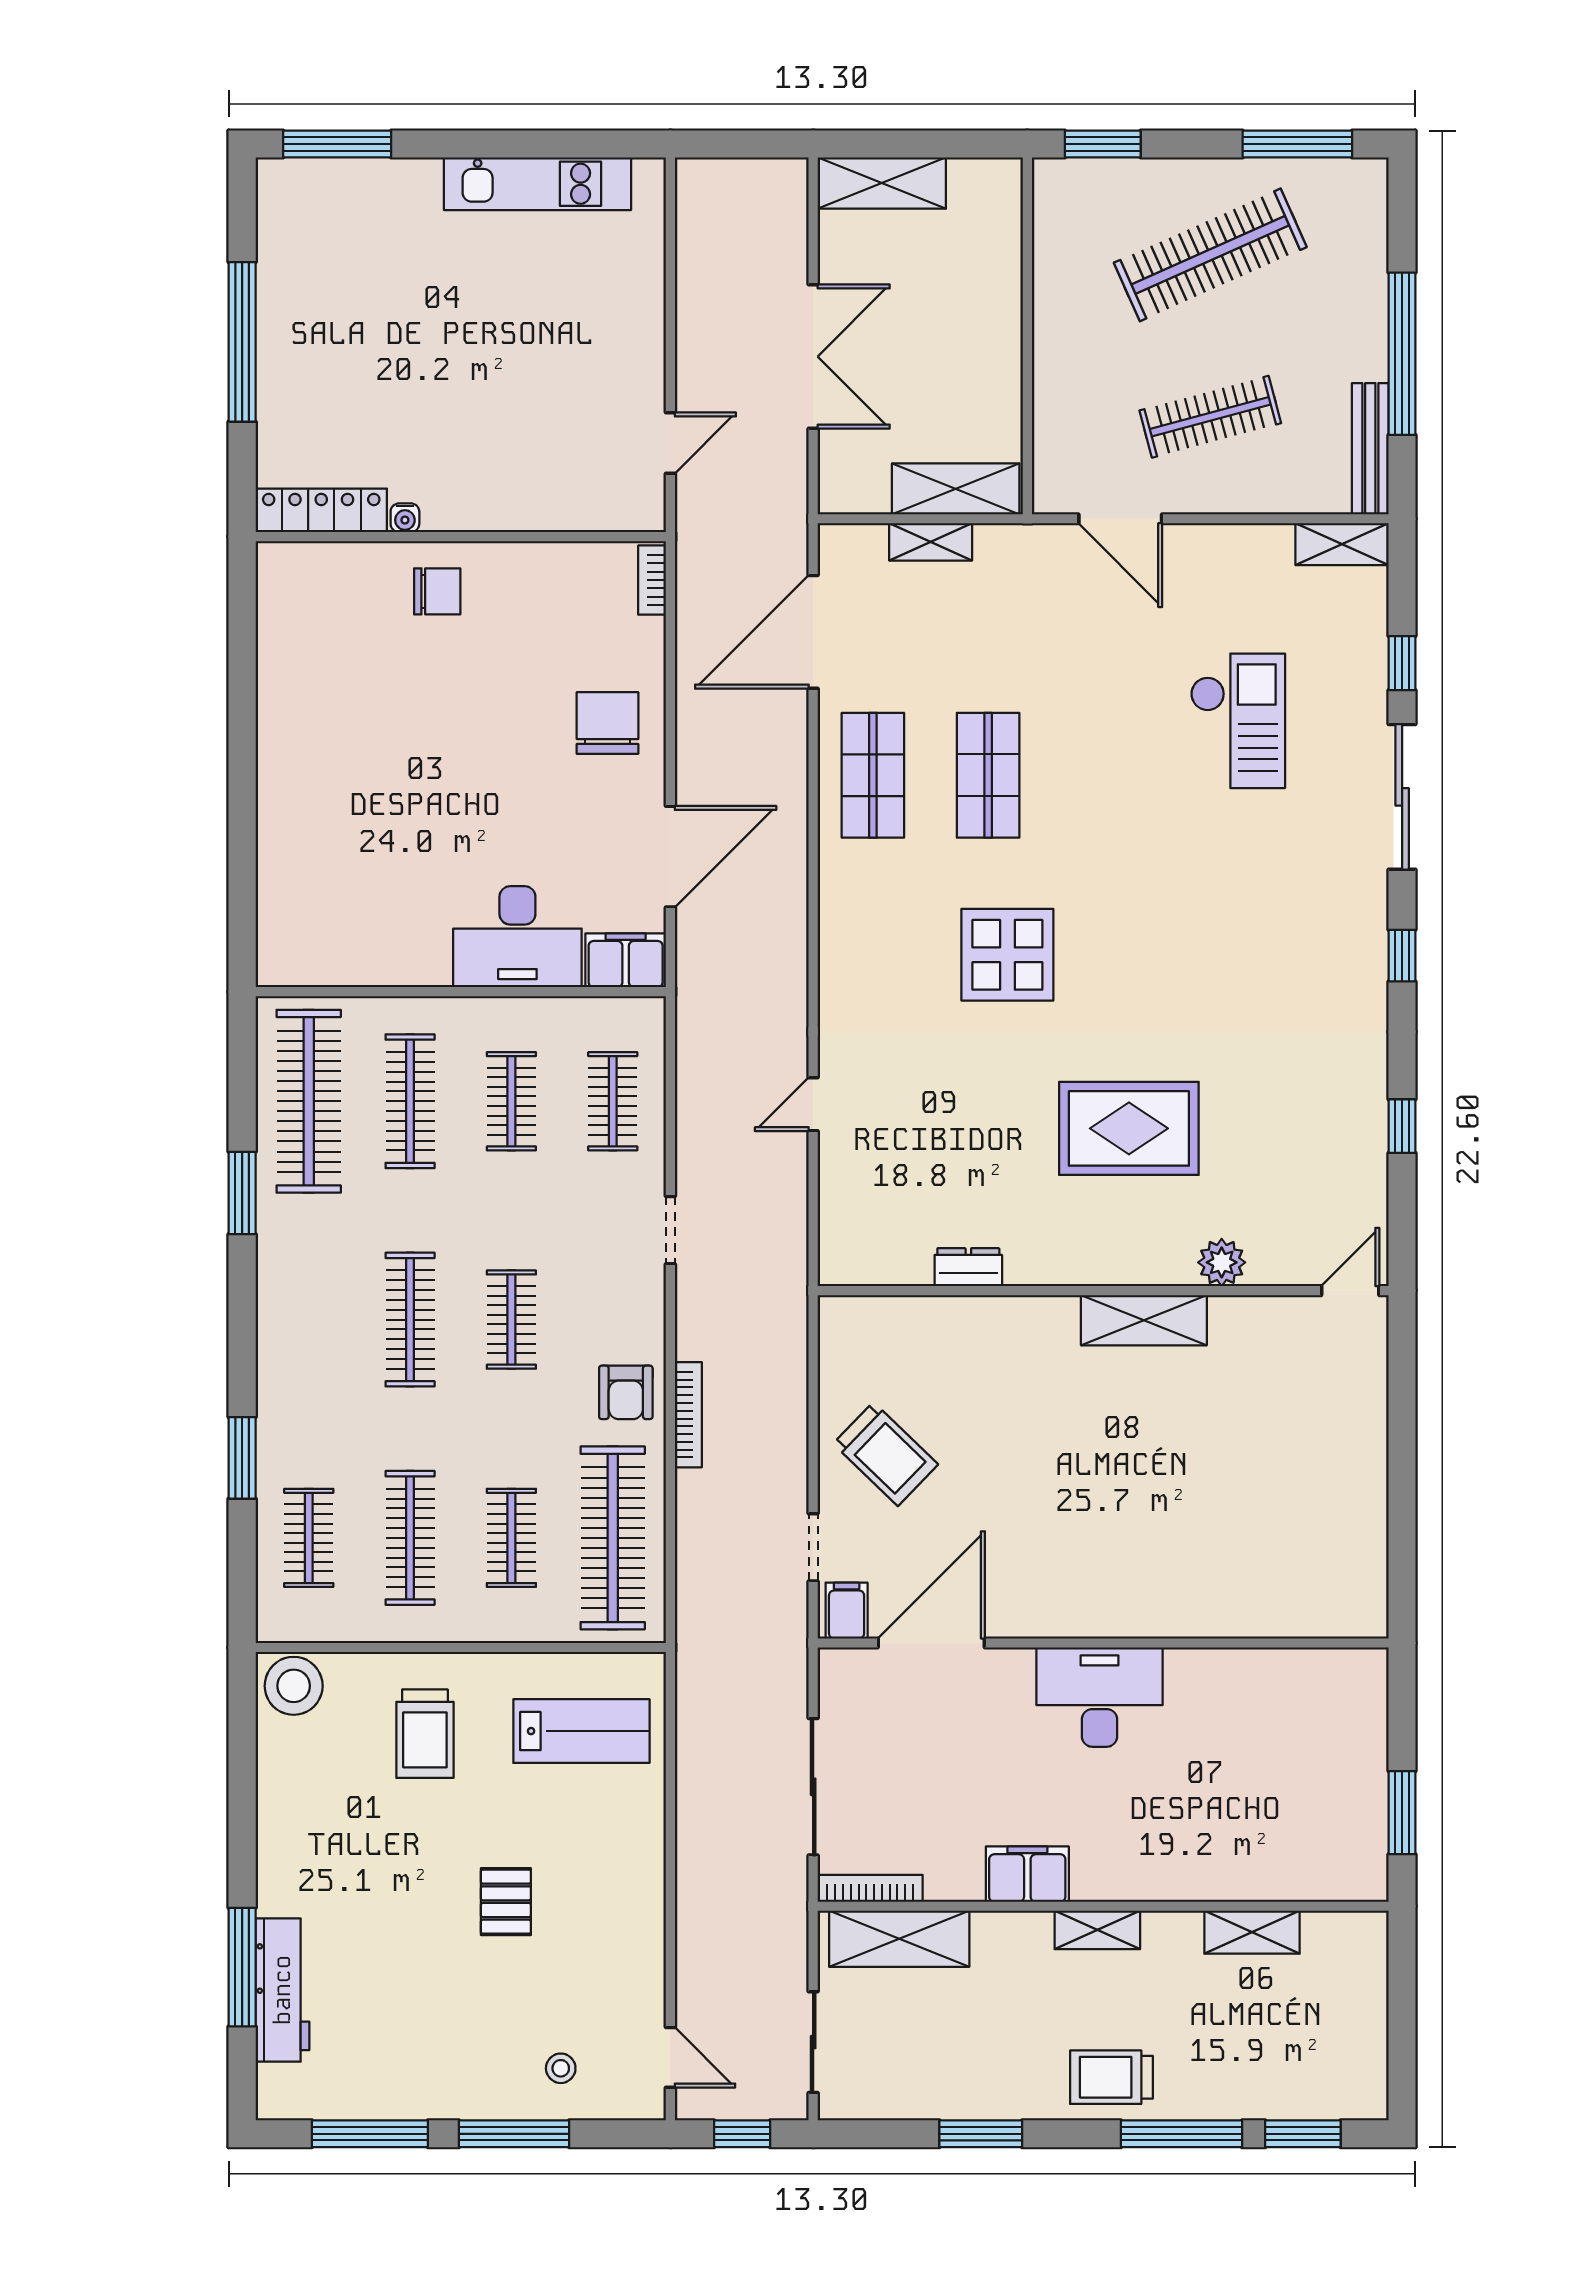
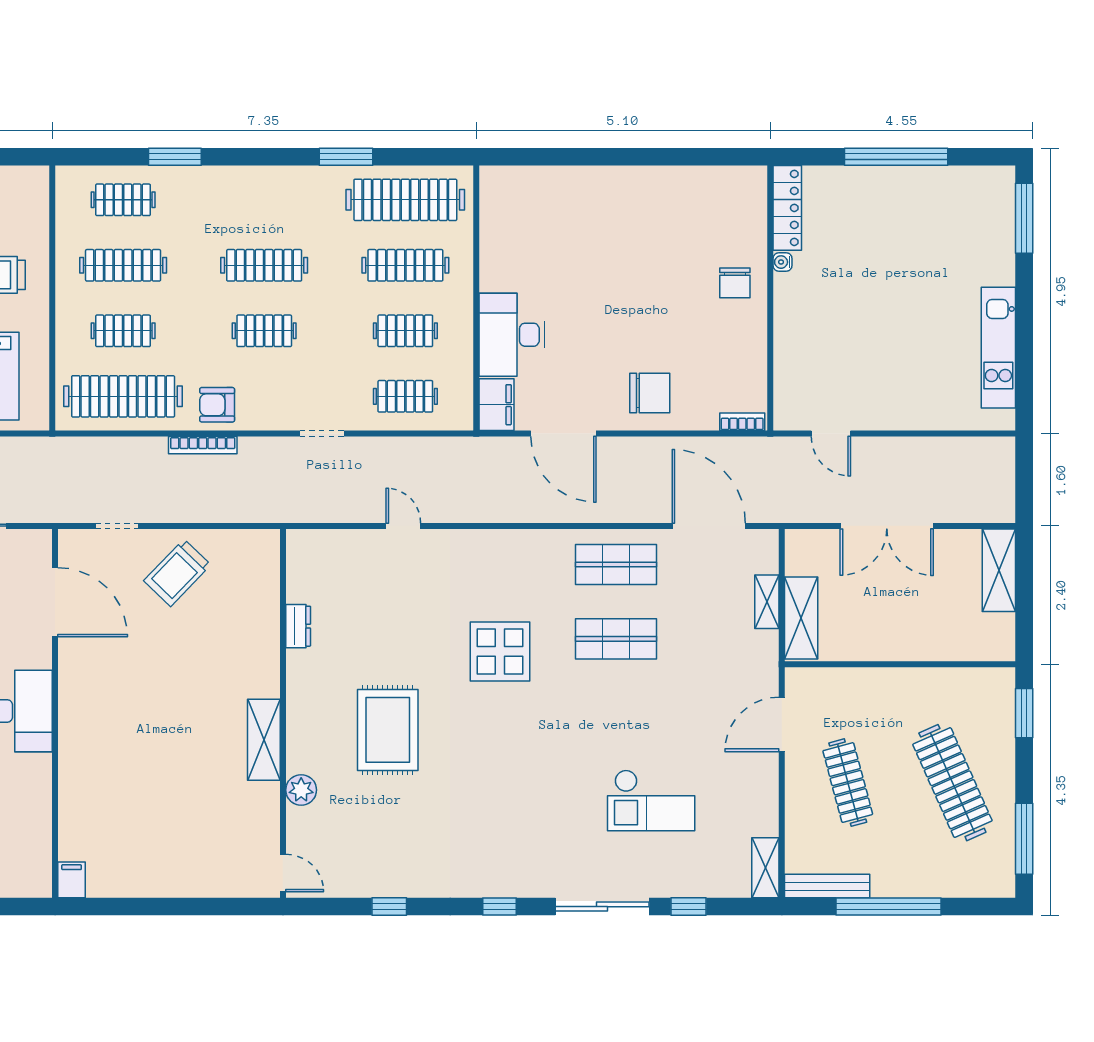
filing cabinet: (847, 1611) -> (72, 880), moved, turned -90
stool: (294, 1686) -> (27, 190), removed

